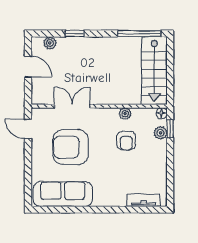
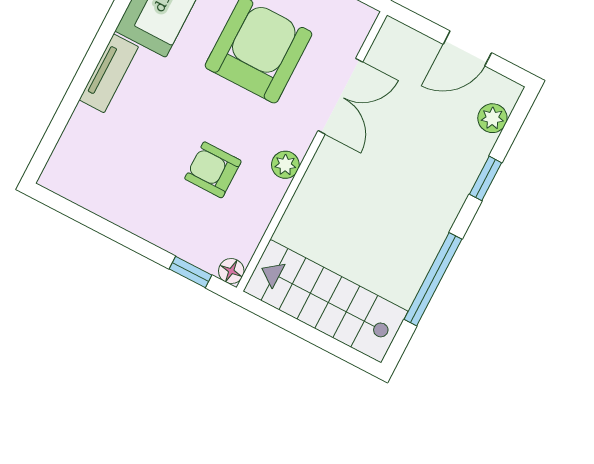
window: (139, 34) -> (433, 279), moved
plant: (125, 114) -> (285, 165), moved
plant: (160, 133) -> (192, 248), removed
tv unit: (144, 200) -> (109, 73), moved

